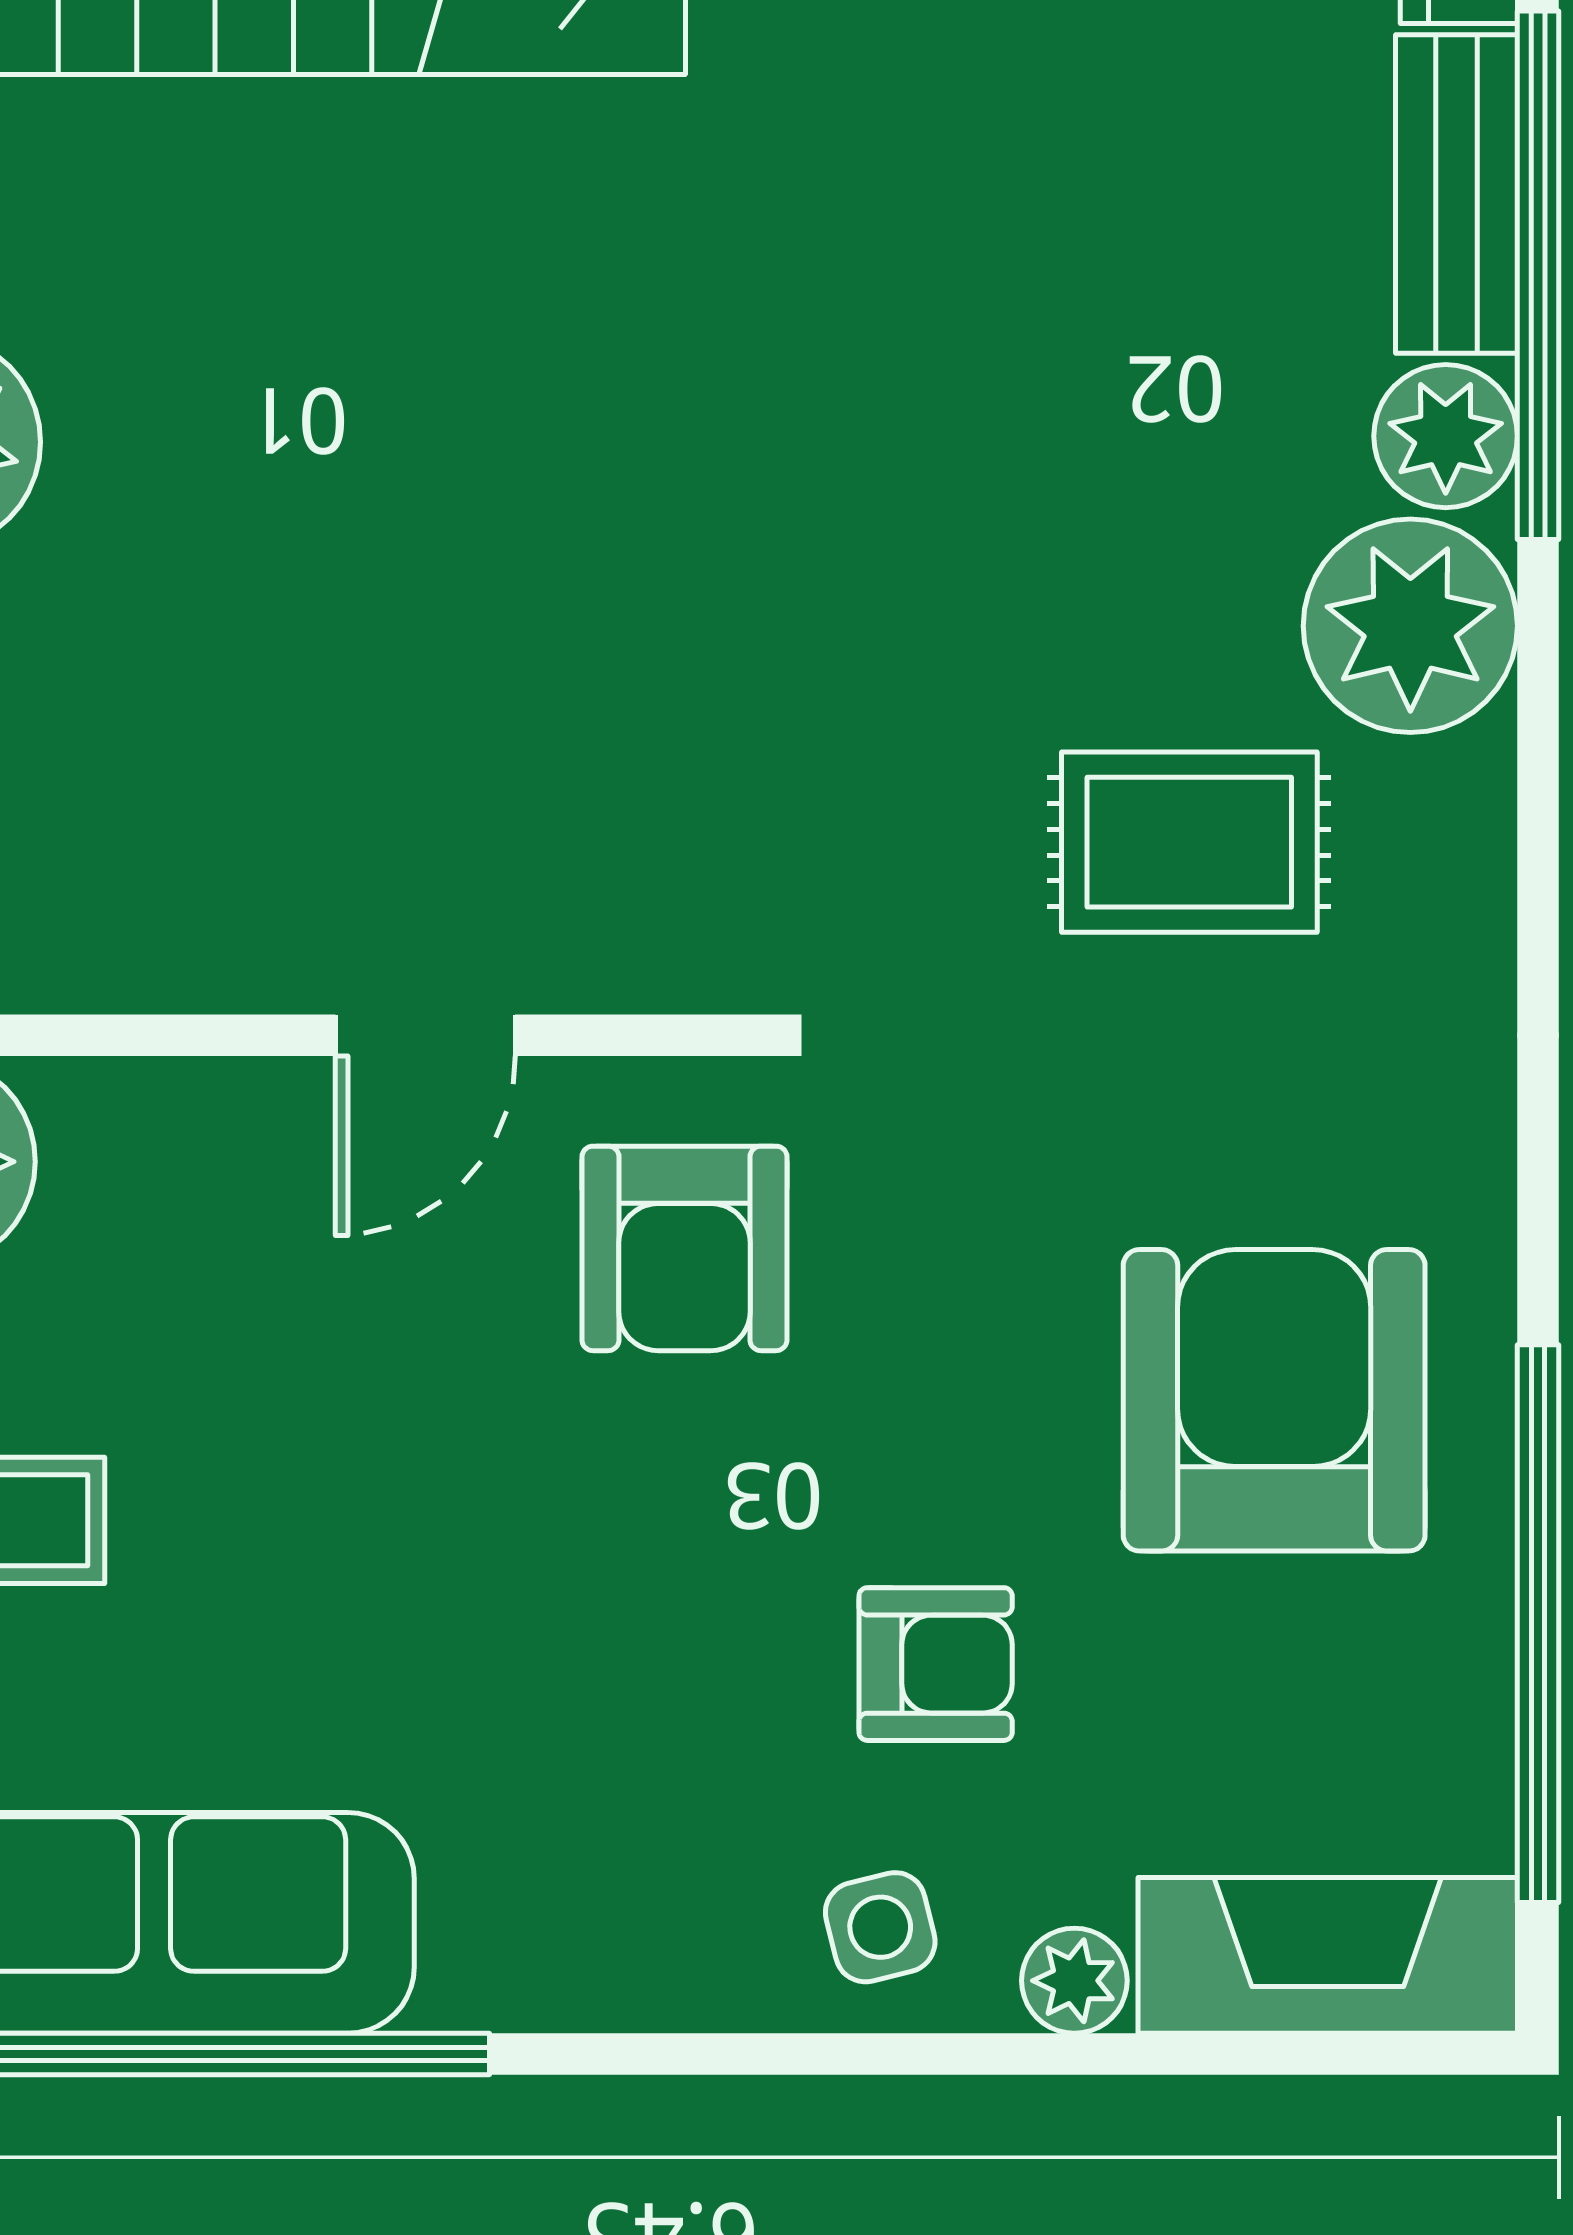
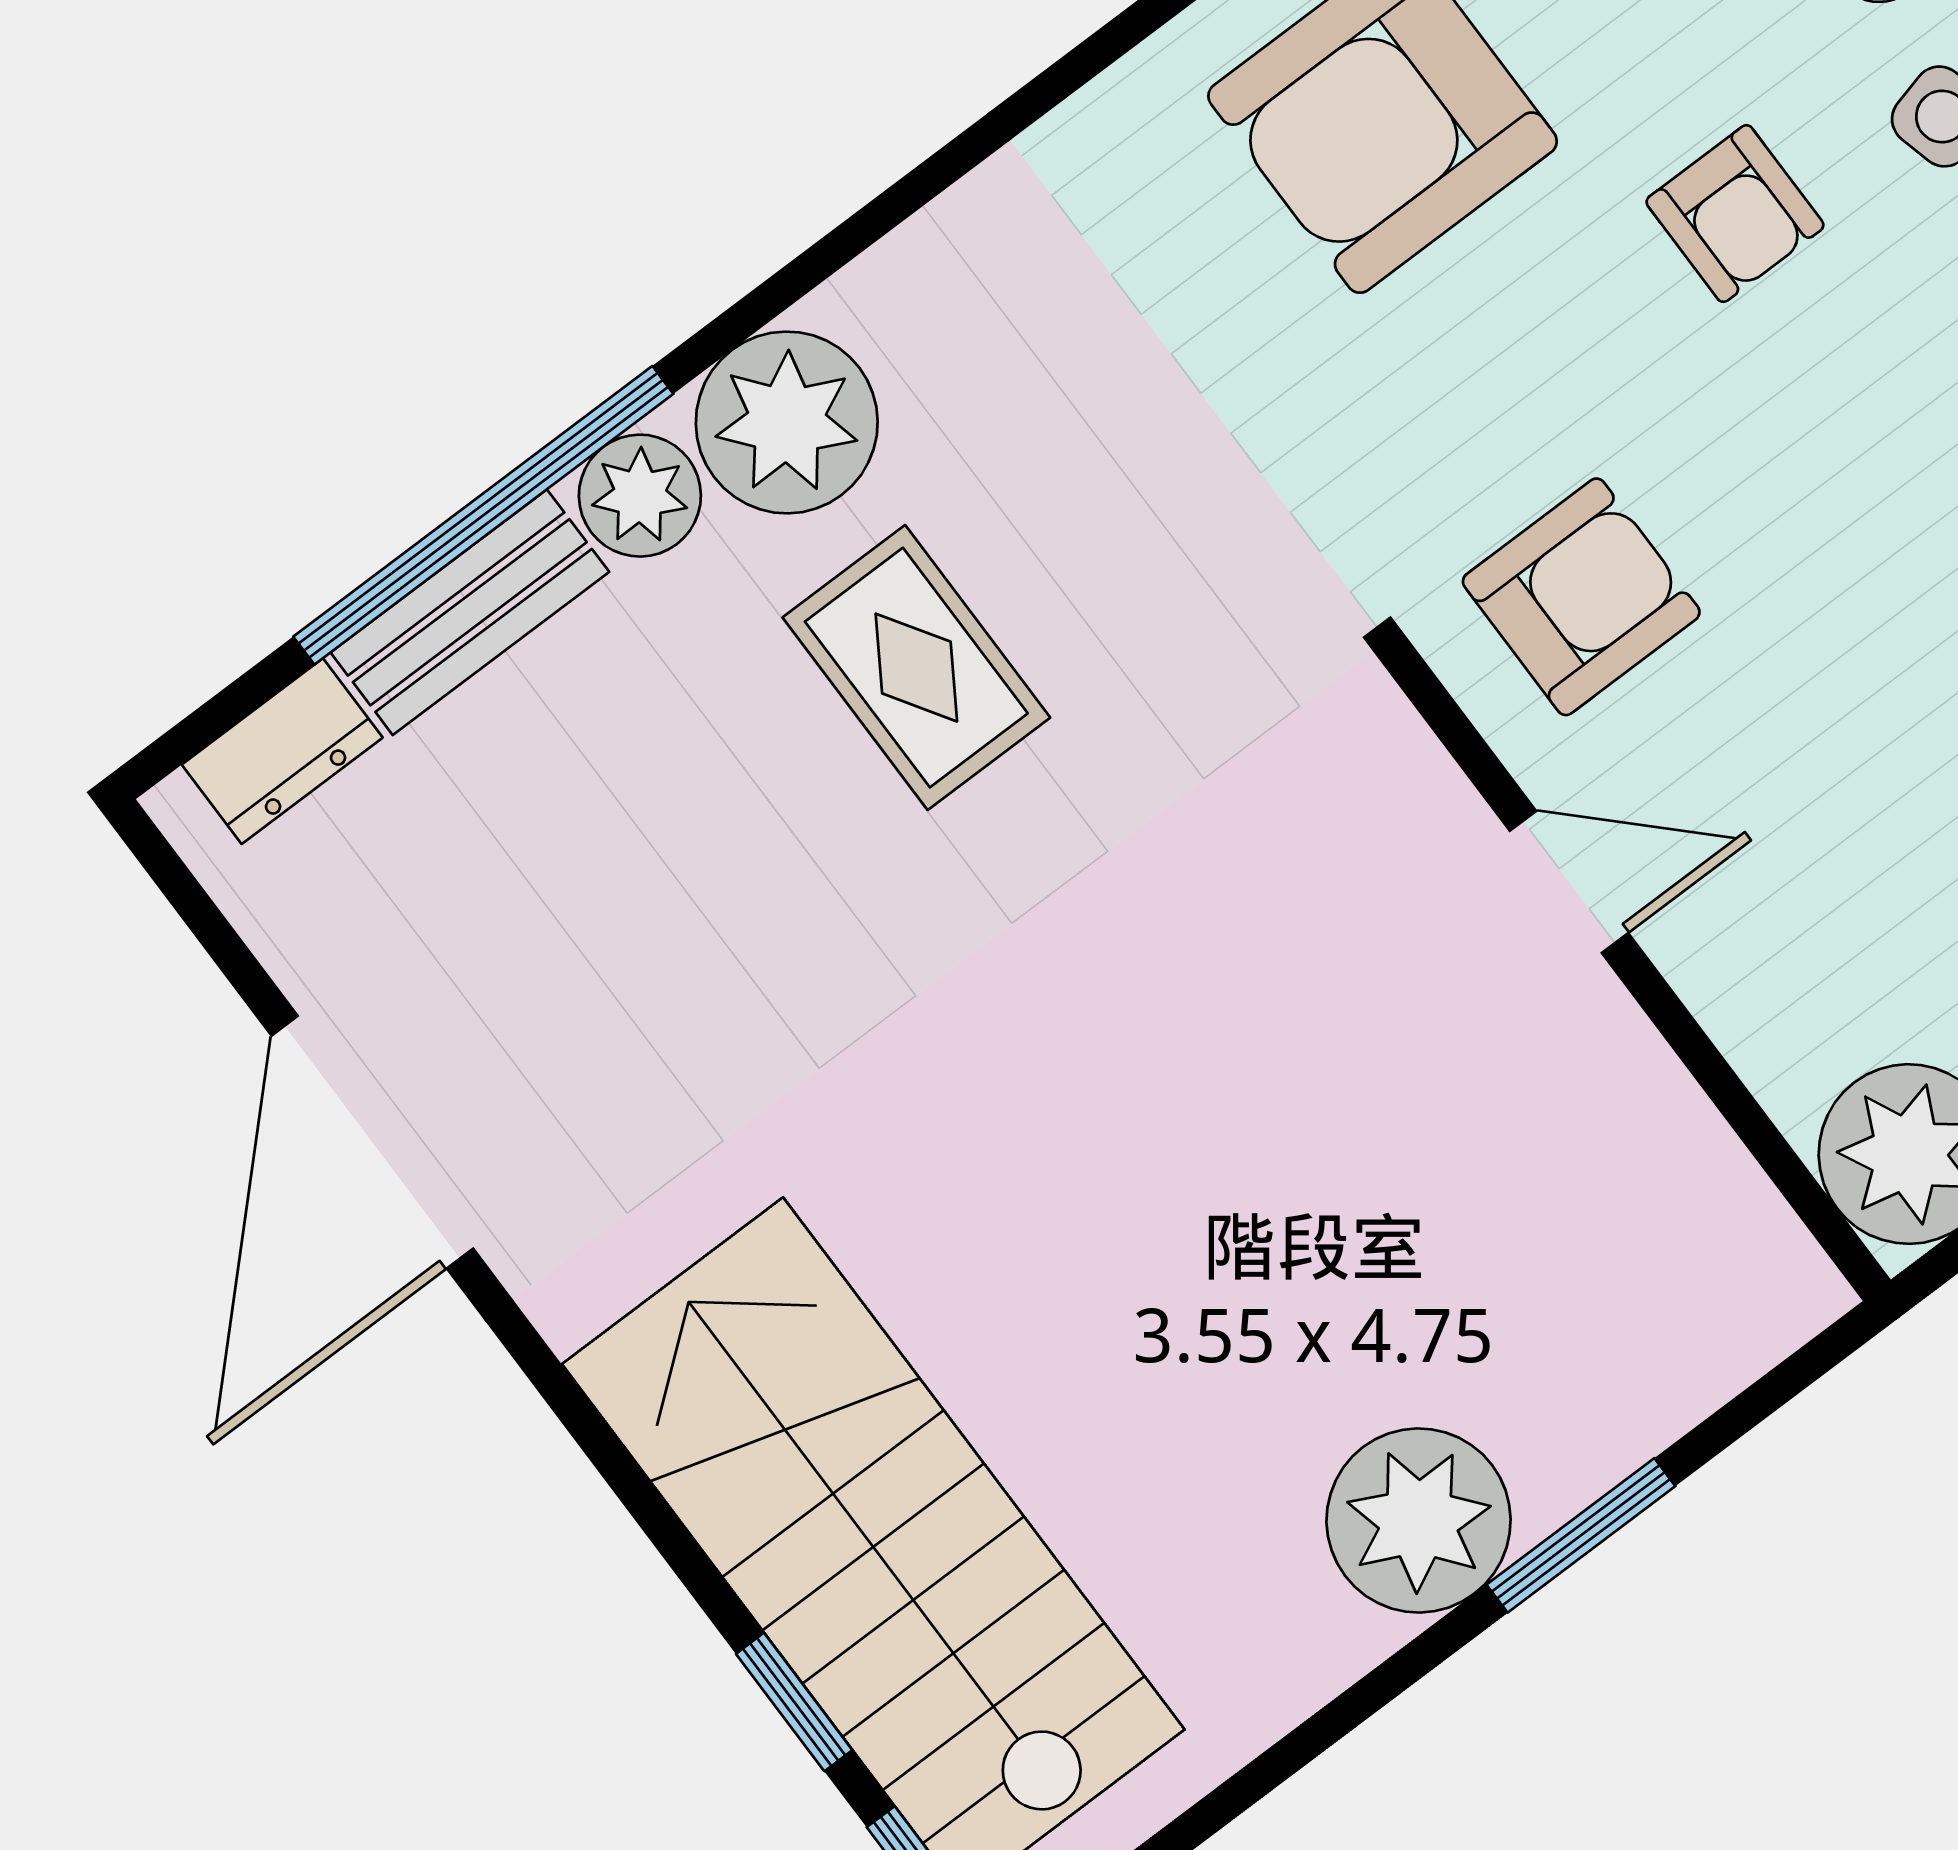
rug: (1189, 842) -> (916, 668), moved
armchair: (936, 1664) -> (1735, 214), turned 180

